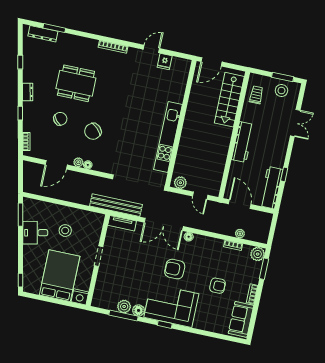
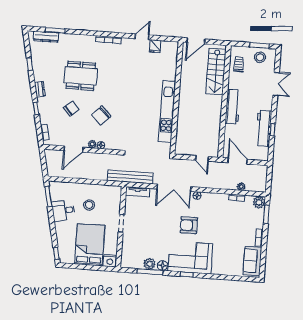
plant: (180, 183) -> (183, 150), removed
workbench: (271, 188) -> (264, 128), moved
armchair: (218, 286) -> (228, 235), removed

